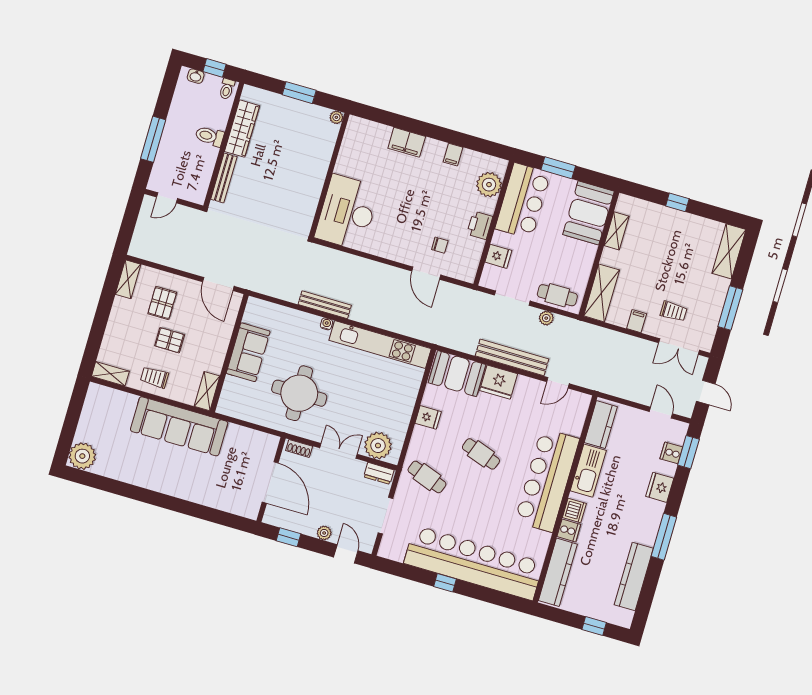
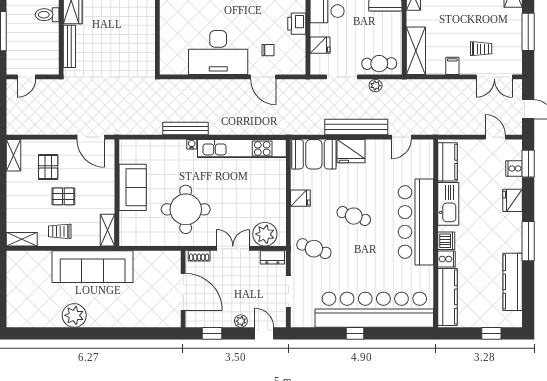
desk: (347, 212) -> (218, 53), moved, turned -90
plant: (82, 456) -> (74, 315), moved

